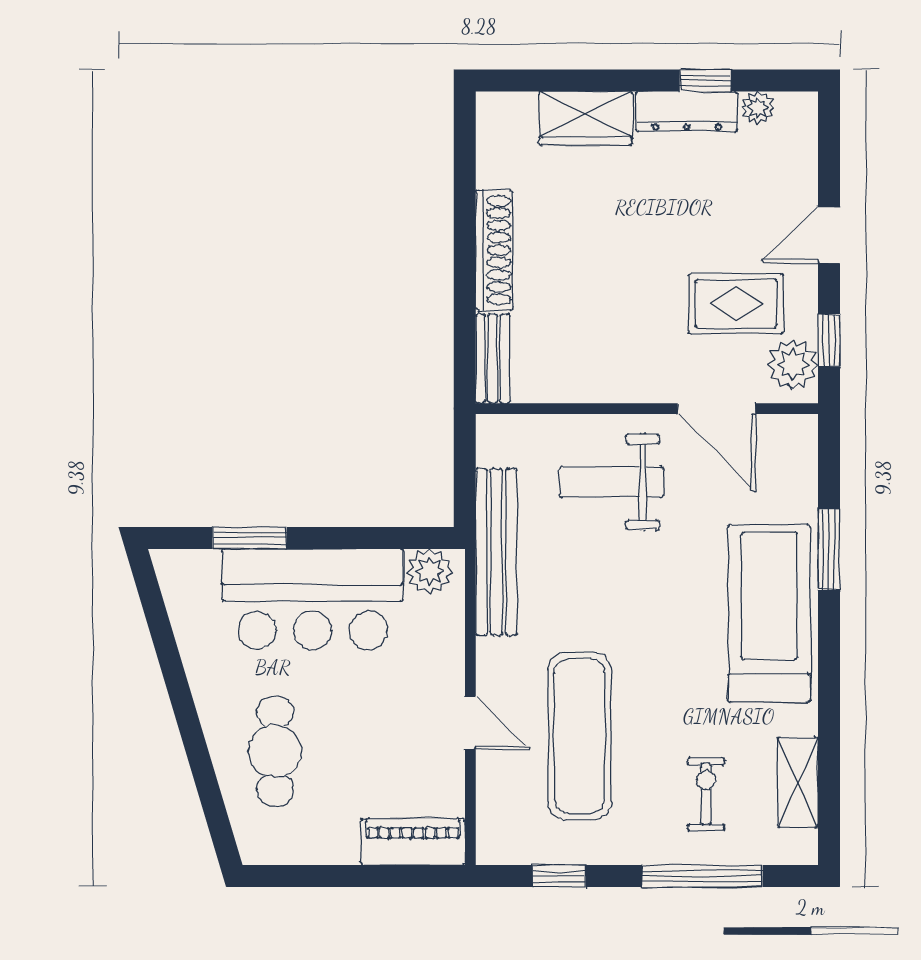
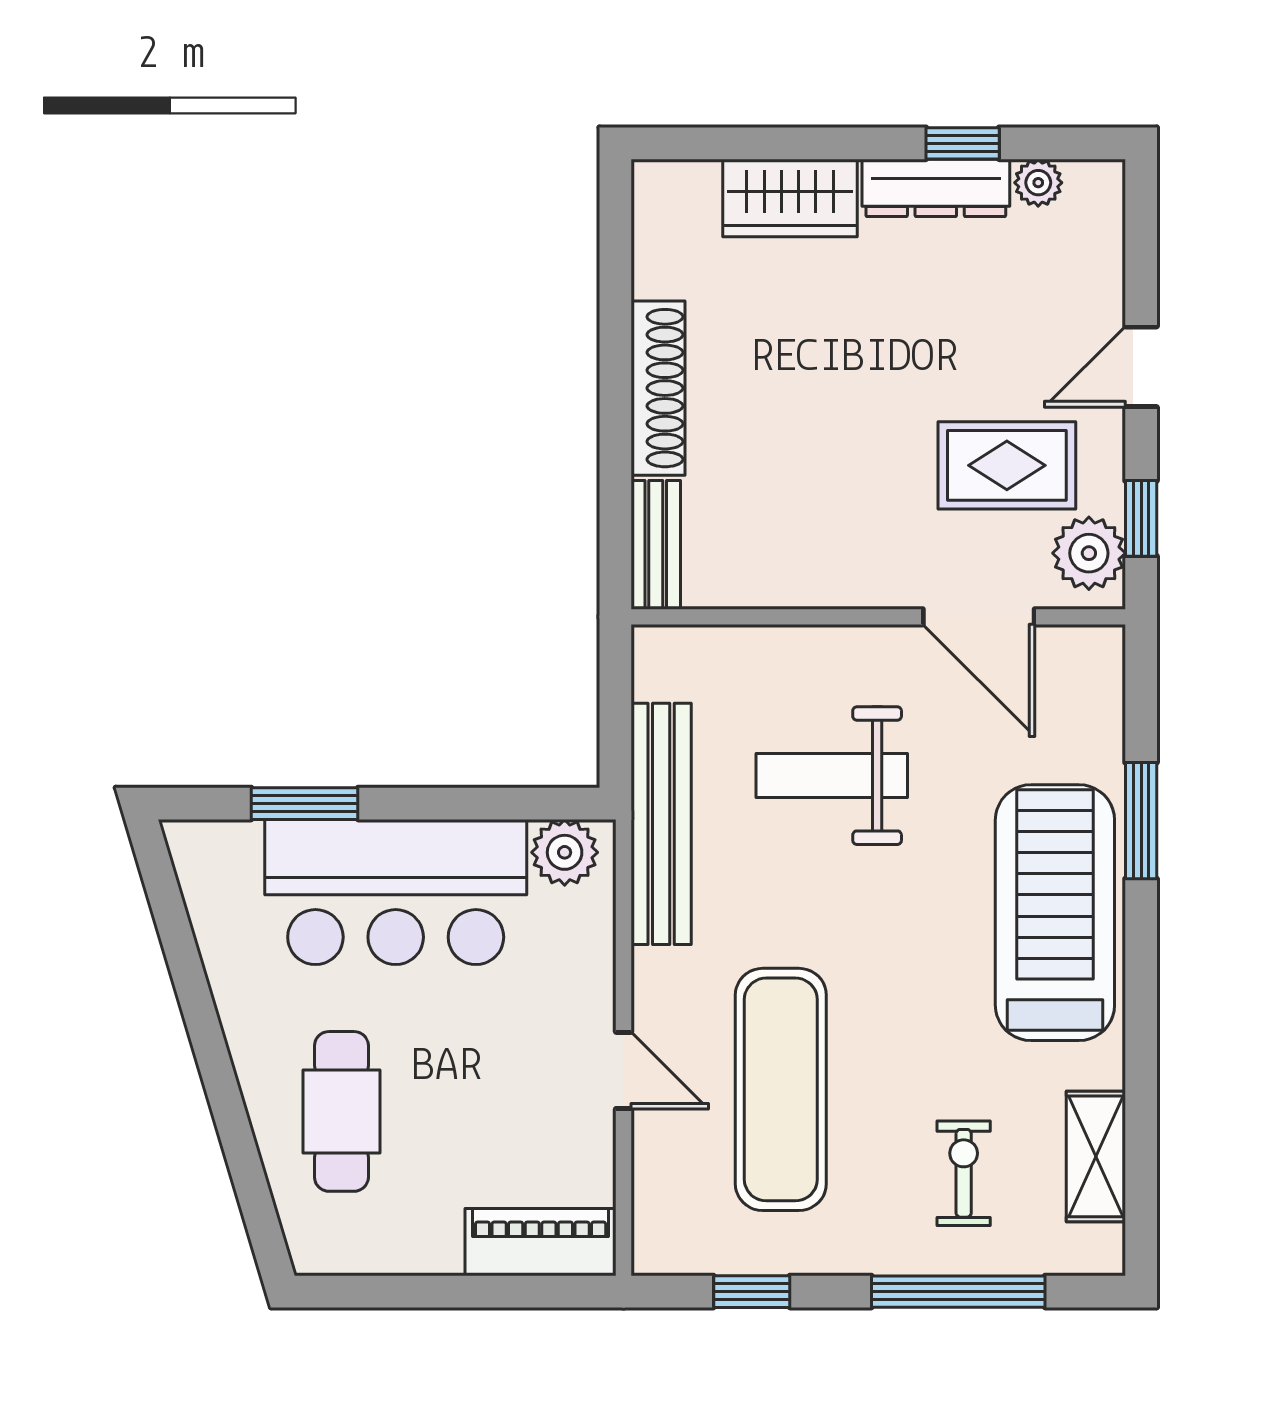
weight bench: (611, 482) -> (832, 776), moved

